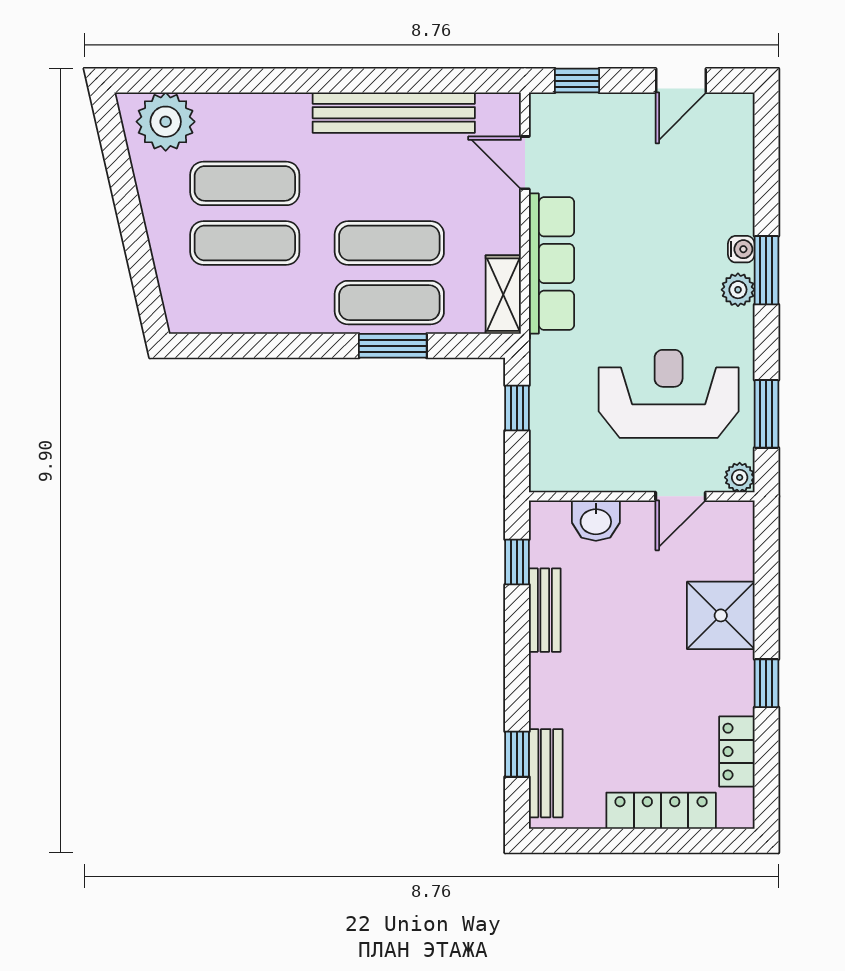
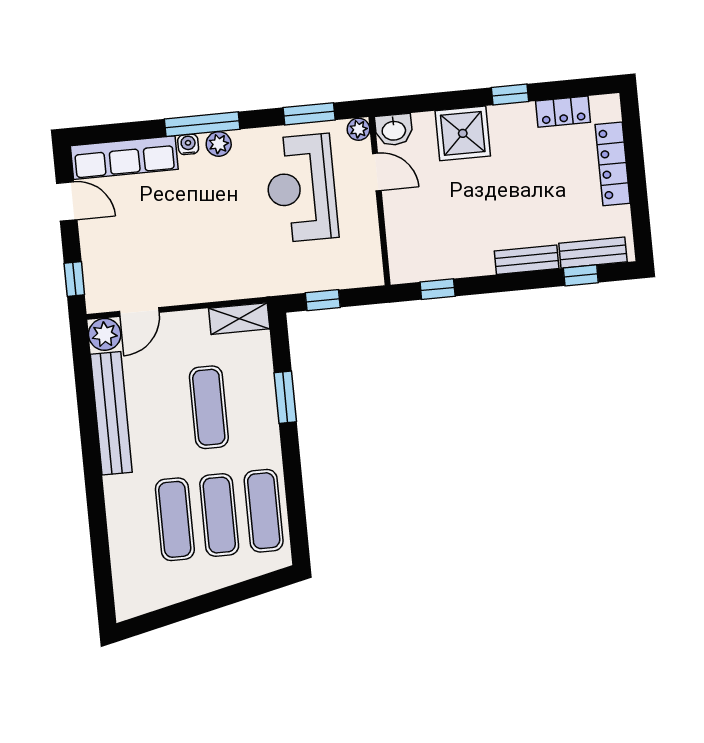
plant: (166, 122) -> (105, 334), moved, width x0.73, depth x0.73
row of seats: (552, 264) -> (124, 158), moved, turned 180
window: (766, 270) -> (202, 124), width x1.44
exercise mat: (389, 303) -> (264, 511), moved
washbasin: (596, 521) -> (394, 130), moved, turned 90
bench: (545, 610) -> (527, 260), moved

